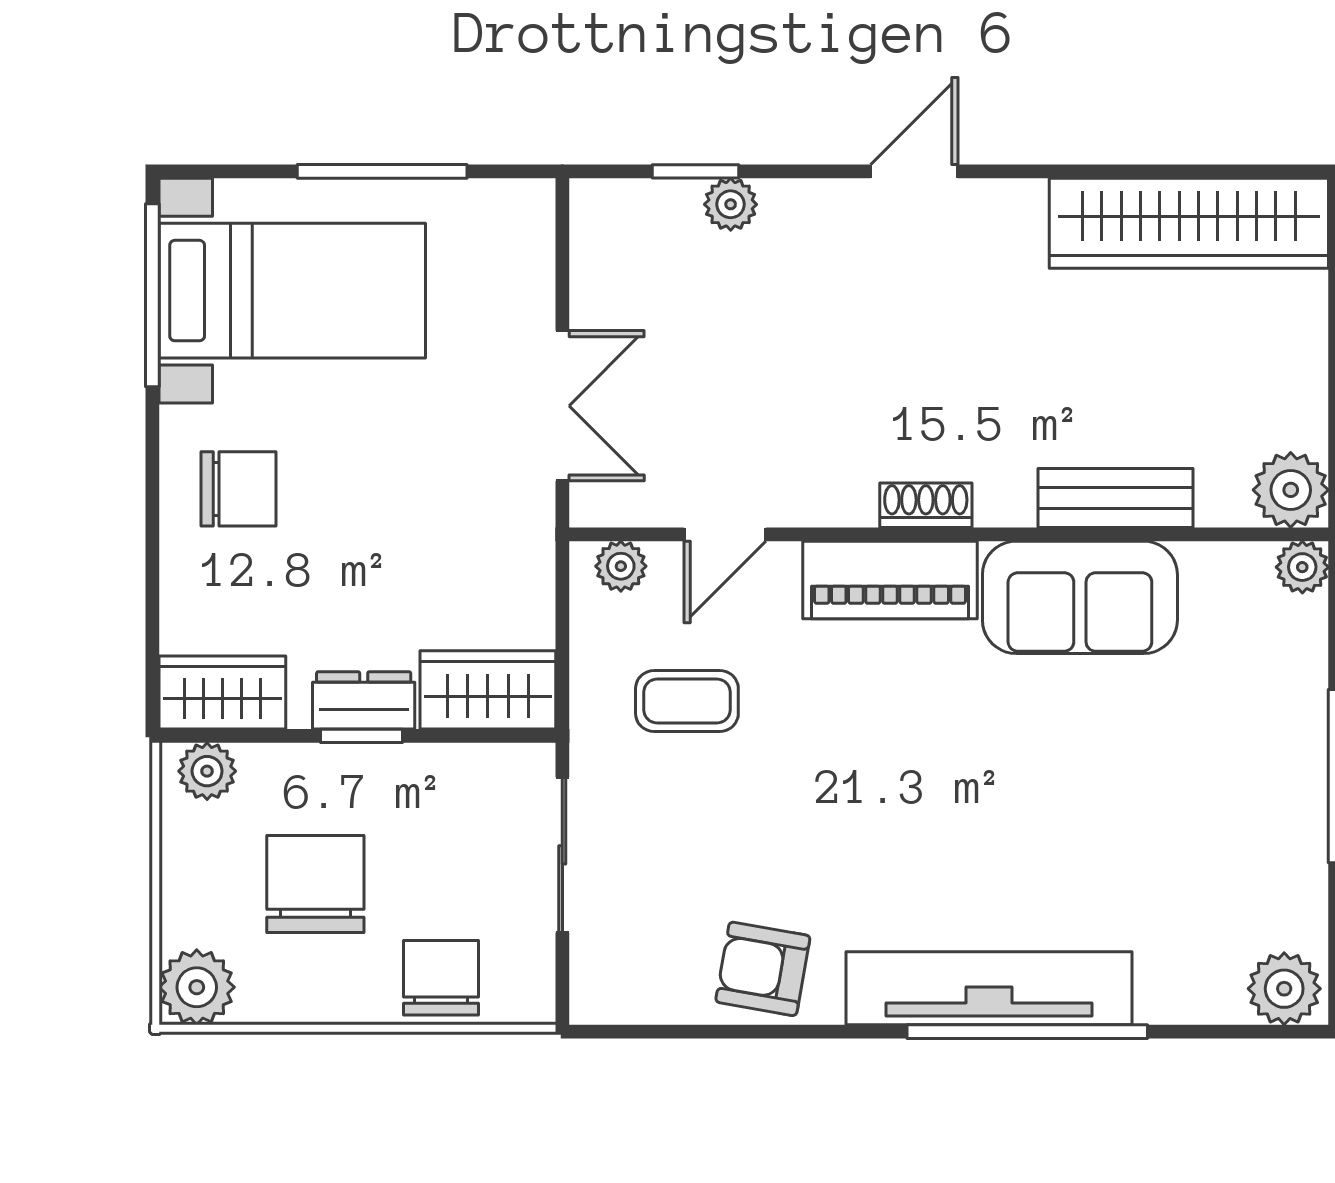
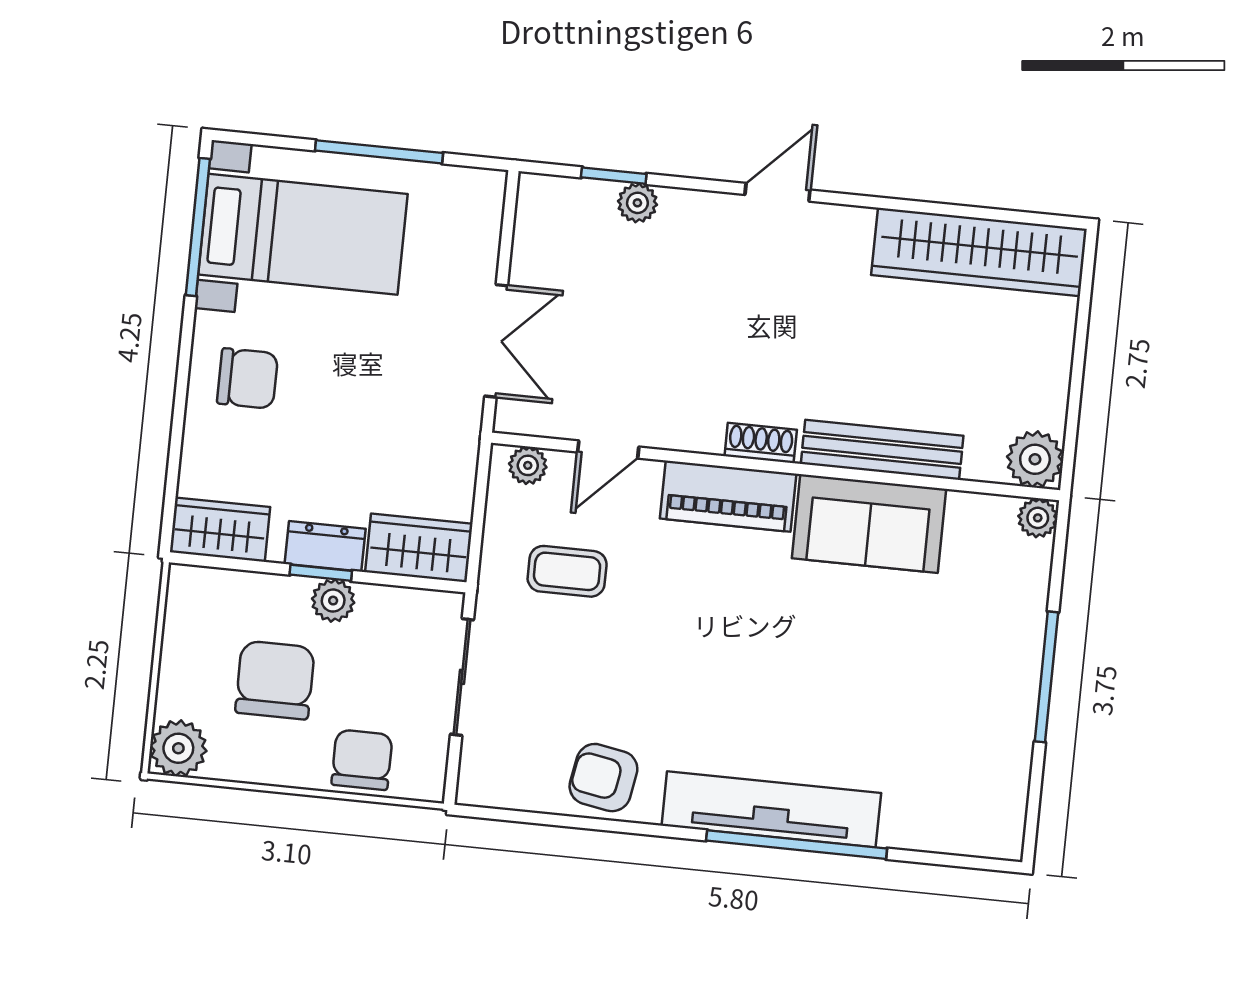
bench: (1115, 498) -> (882, 450), width x1.36
plant: (207, 771) -> (333, 601), moved
plant: (1284, 989) -> (992, 832), removed

